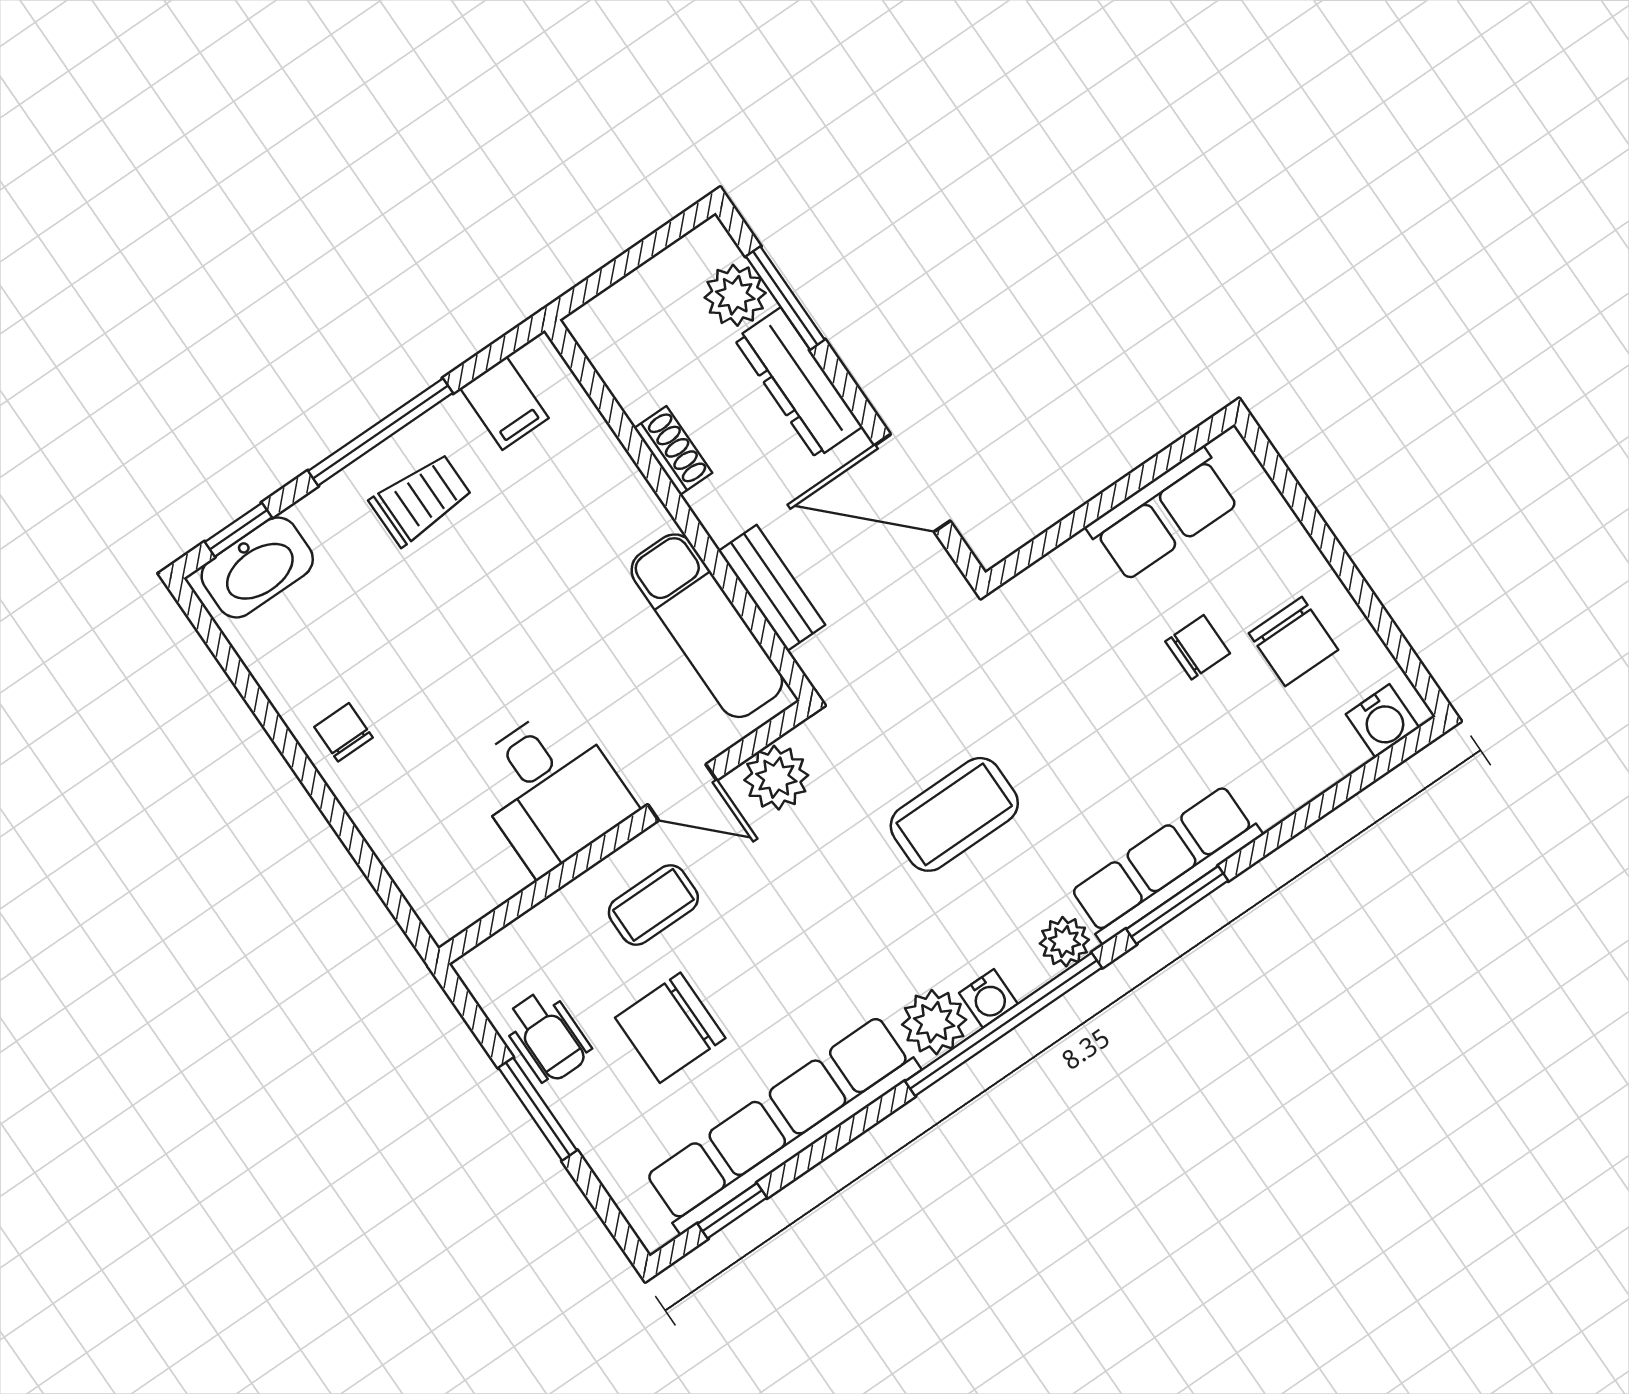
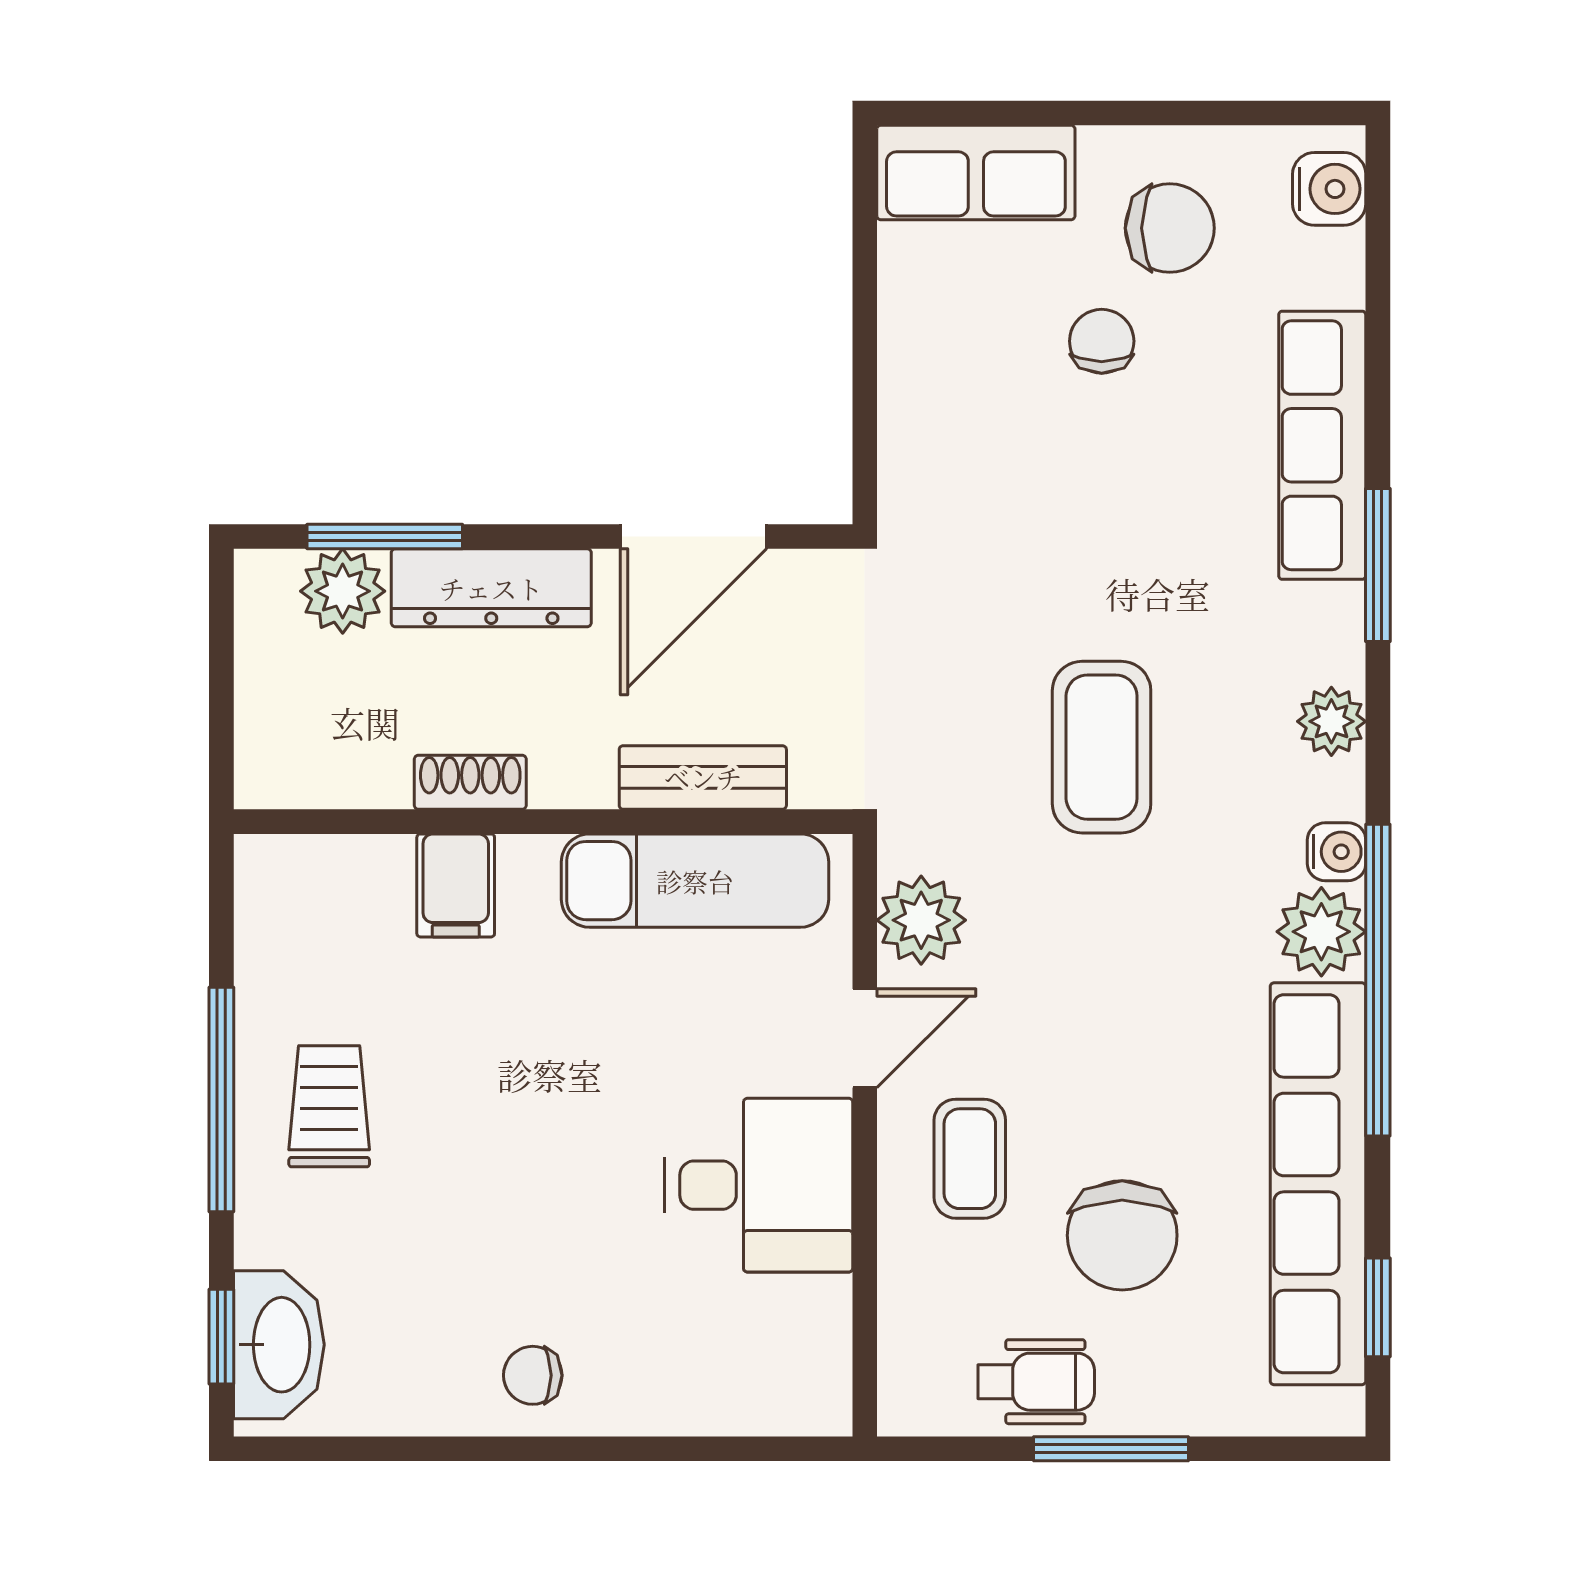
filing cabinet: (504, 403) -> (456, 885), moved, turned 90
row of seats: (1163, 514) -> (976, 173), moved, turned 90
row of seats: (1165, 864) -> (1322, 445), moved
window: (1003, 1024) -> (1378, 980), moved

